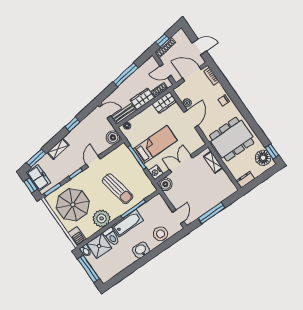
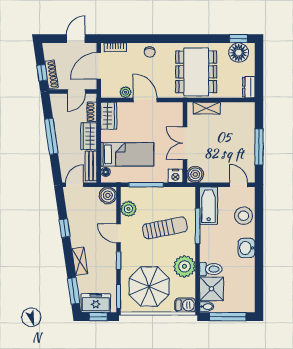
bed: (155, 145) -> (127, 154), moved, turned 90
plant: (113, 157) -> (128, 209), added
bathtub: (128, 223) -> (209, 206), moved

